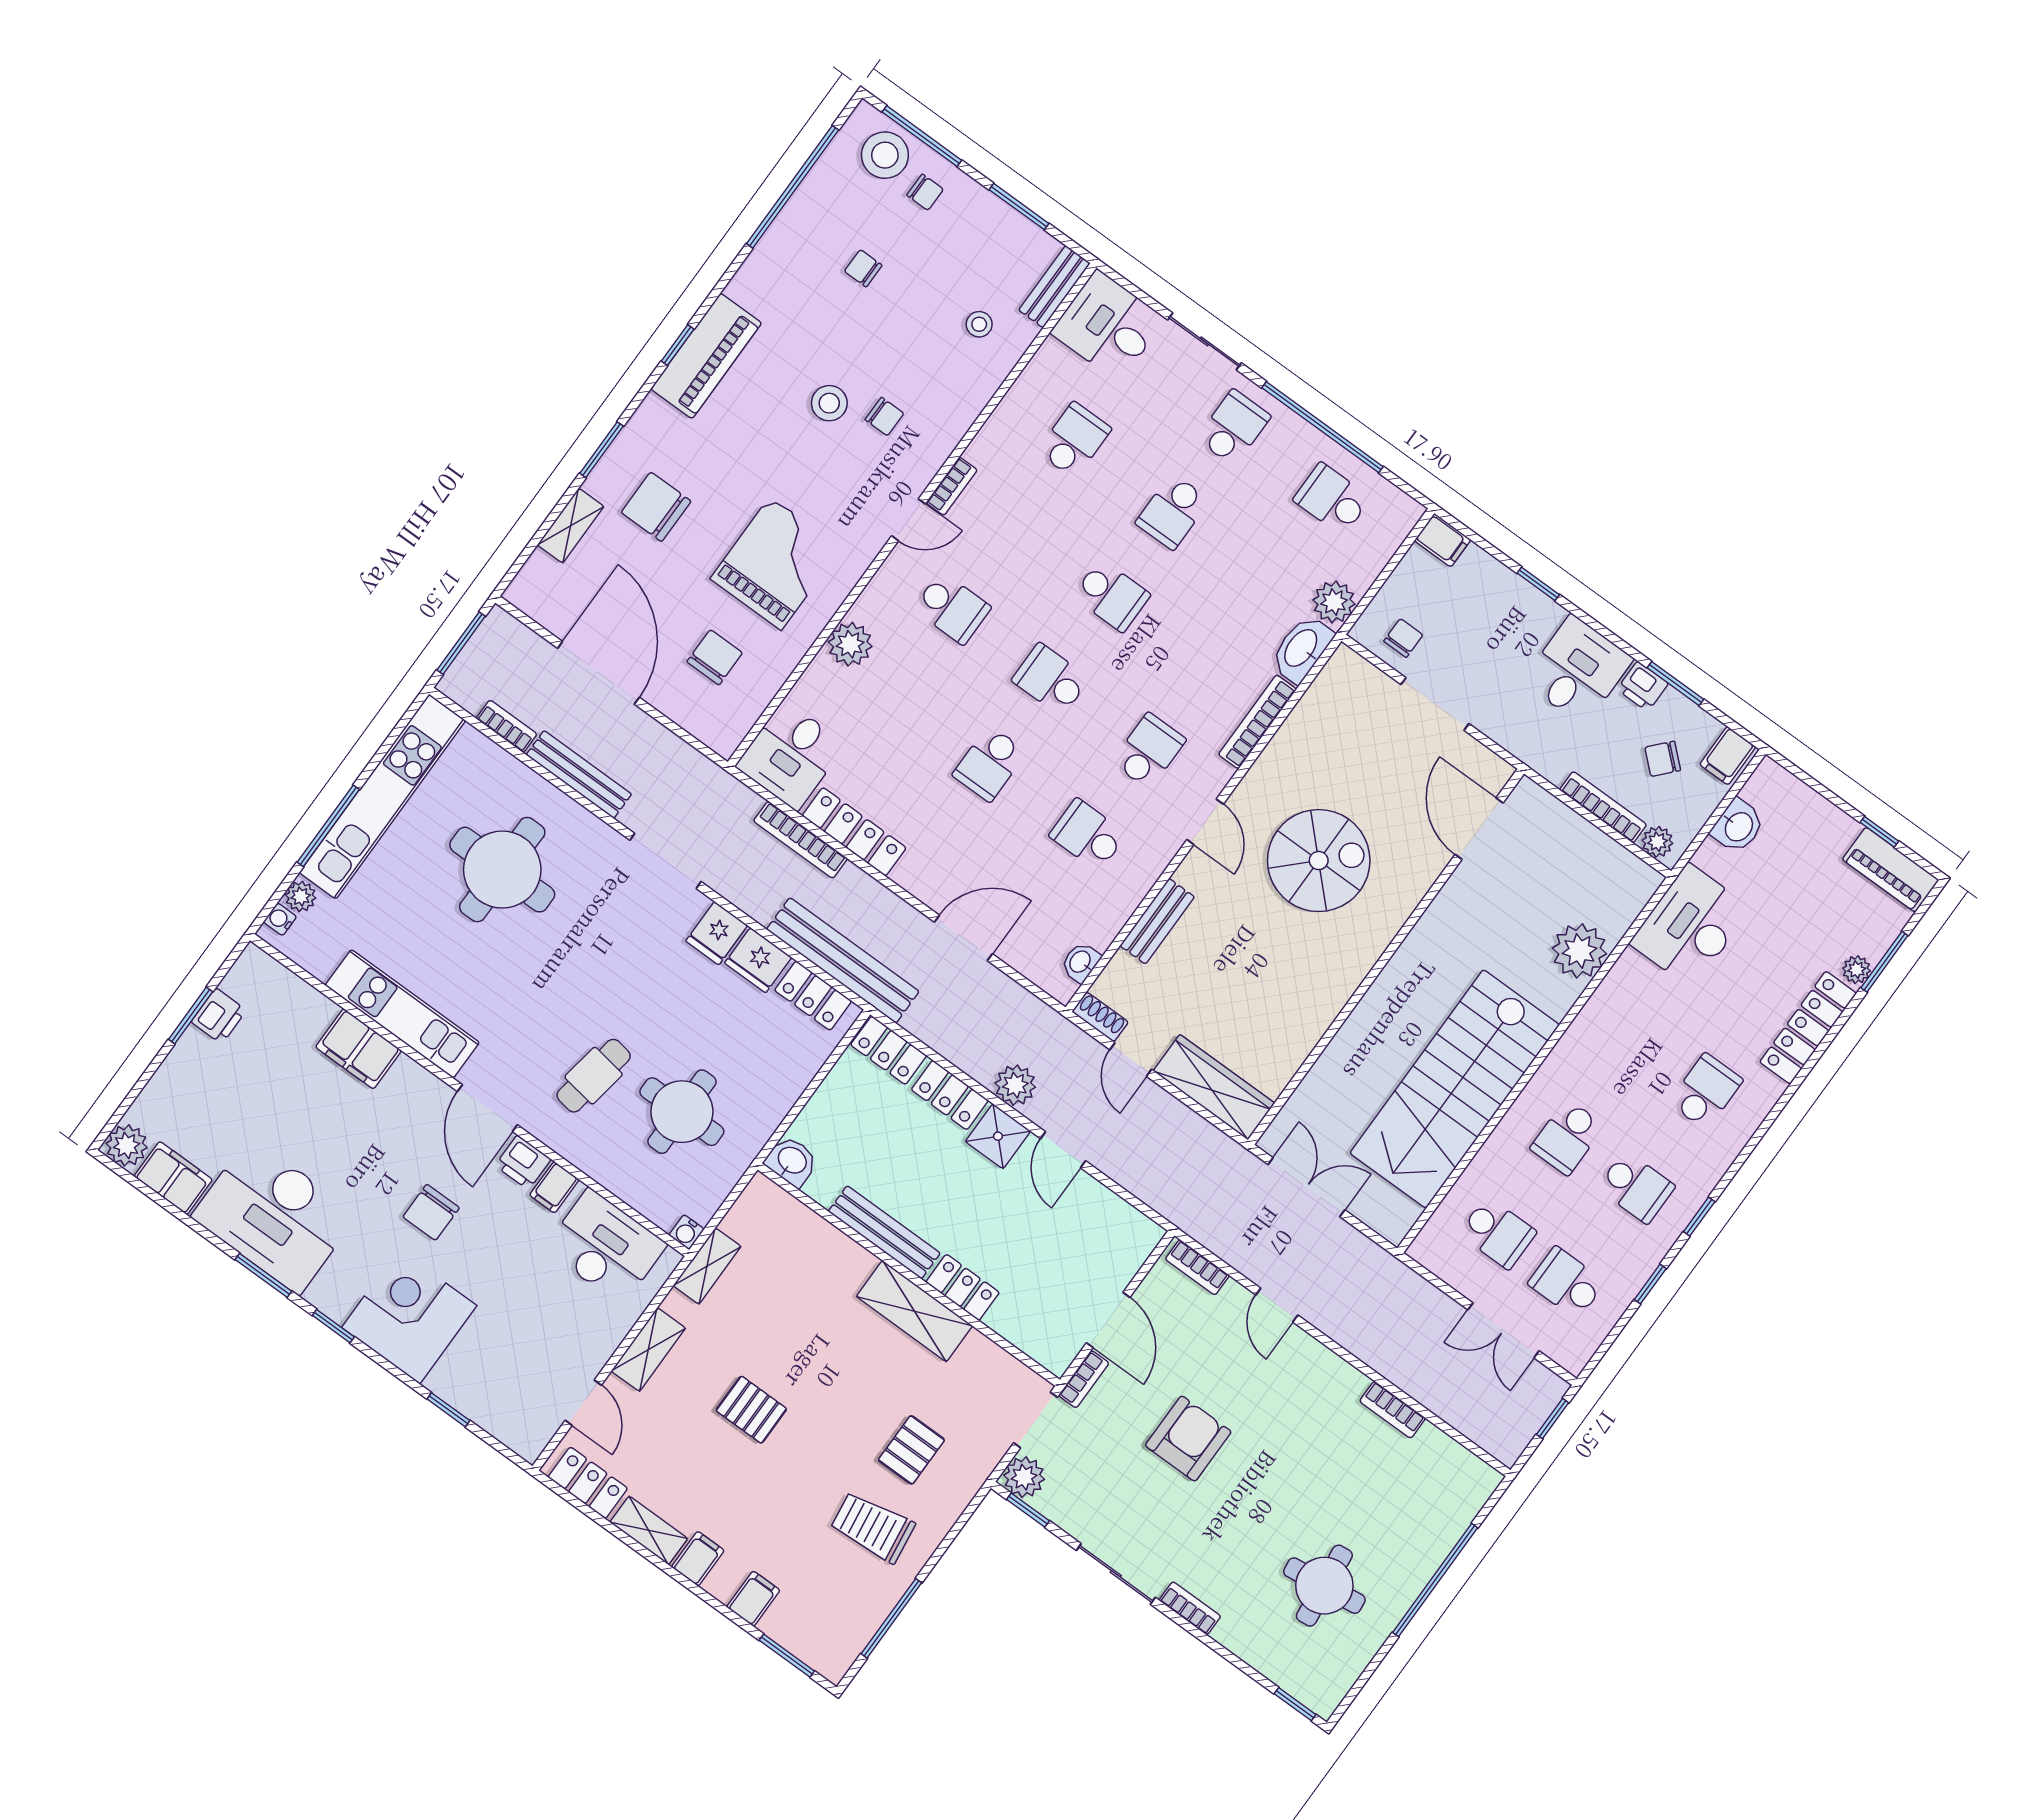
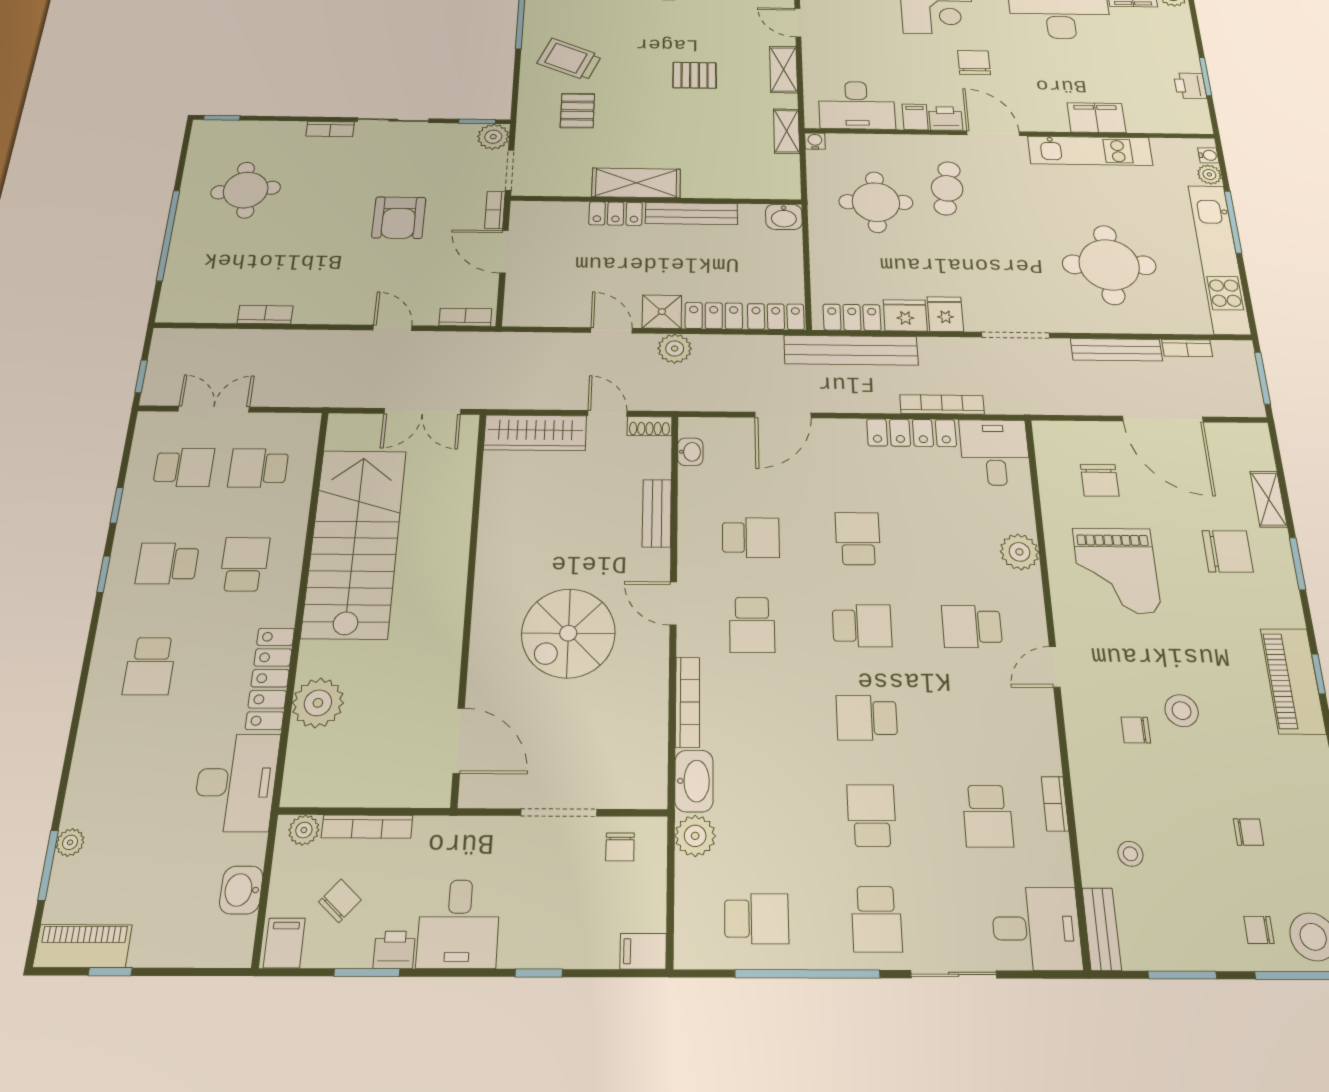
bookcase: (952, 486) -> (1055, 804), moved
locker: (1808, 1028) -> (270, 678), moved, turned 180
trolley: (873, 1527) -> (569, 59), turned -149

